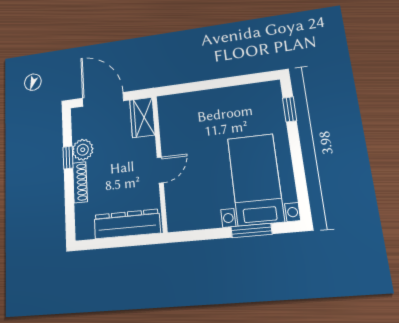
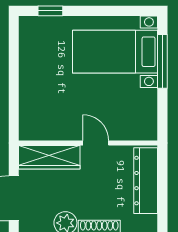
wardrobe: (142, 117) -> (49, 157), width x1.50
window: (251, 231) -> (162, 61), width x1.44

